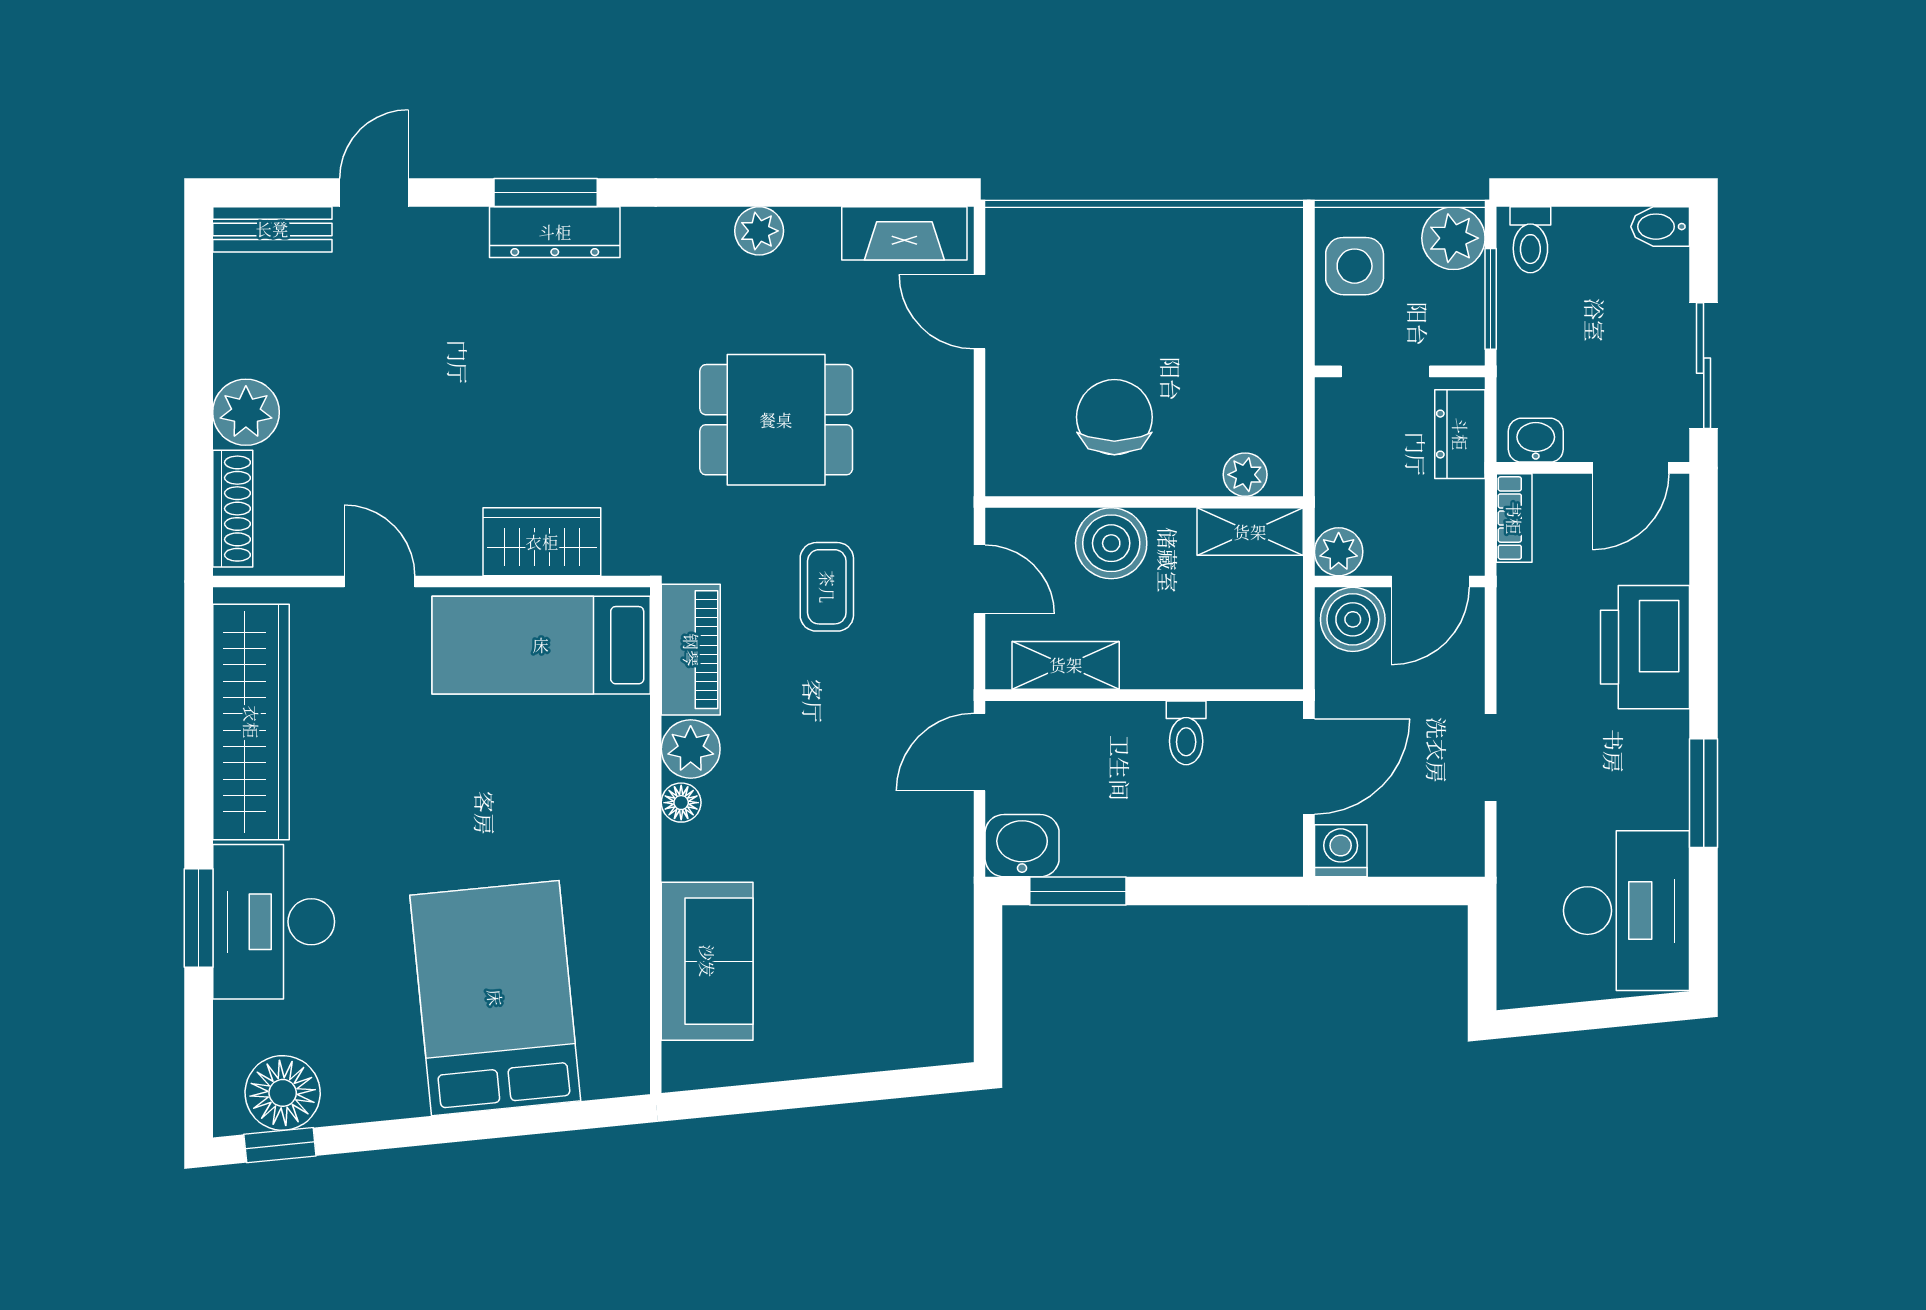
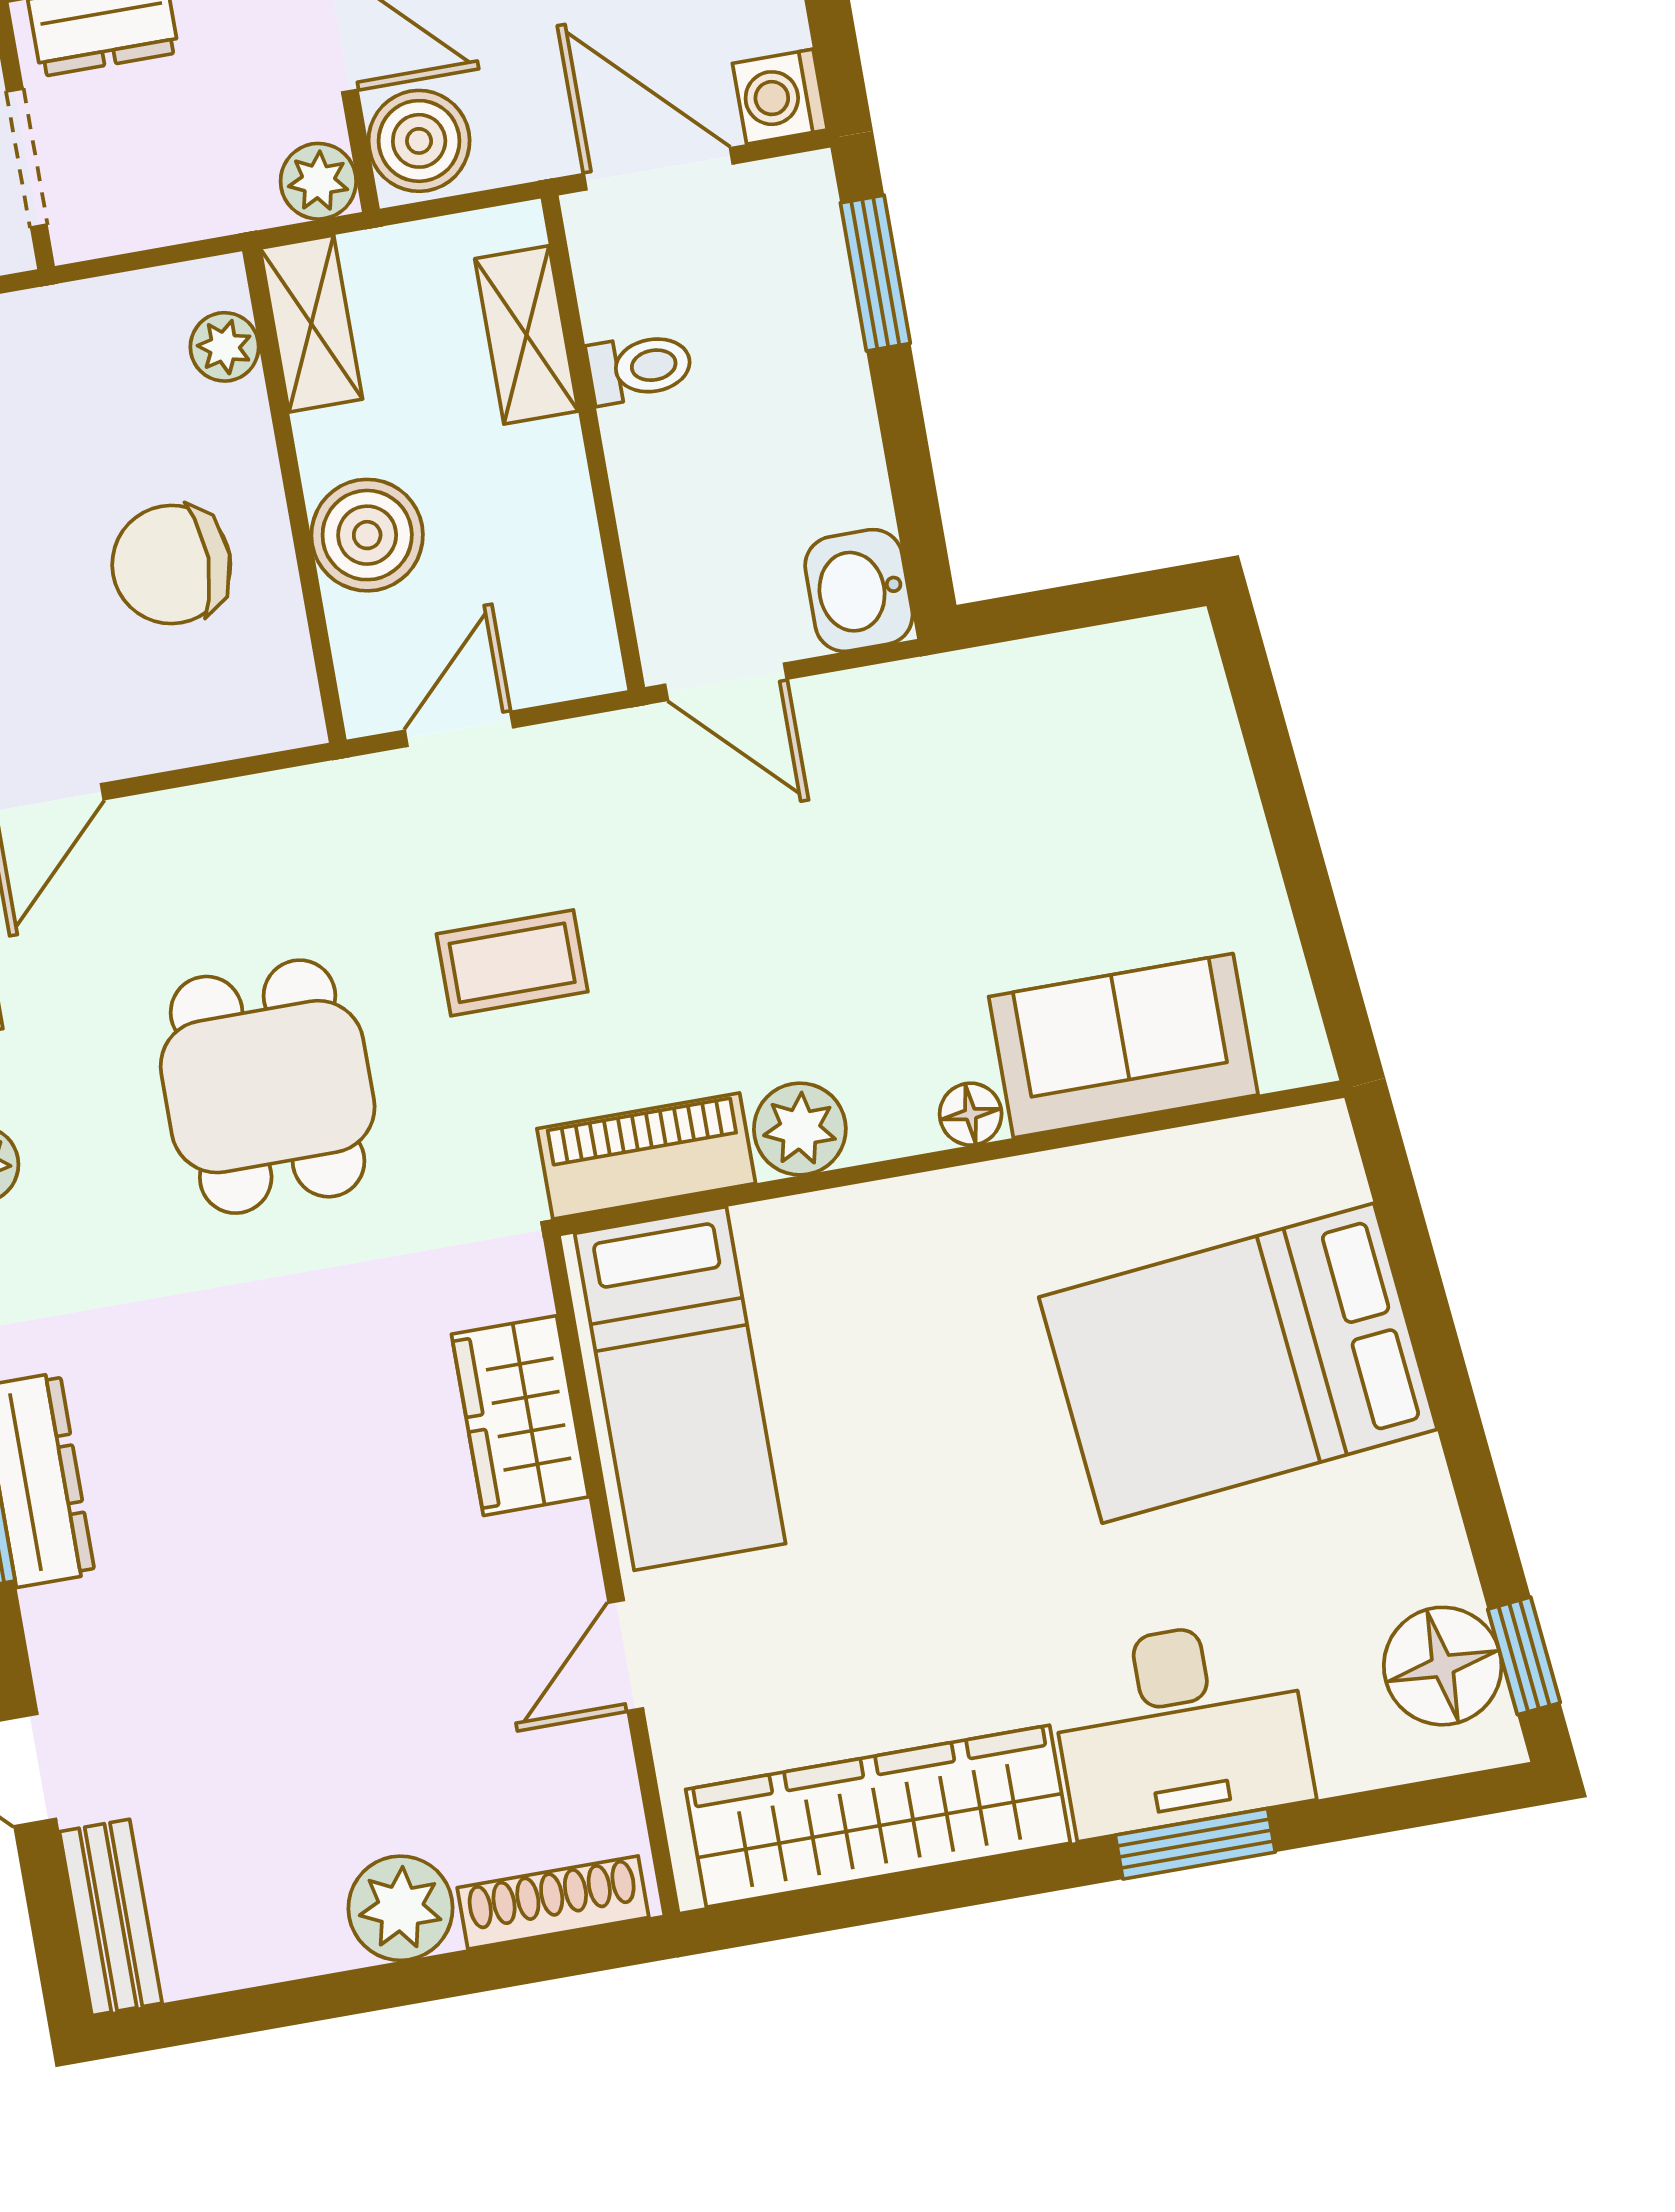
shelving: (1066, 665) -> (526, 335), moved
floor lamp: (681, 803) -> (971, 1114), moved
window: (1078, 891) -> (875, 273), moved

